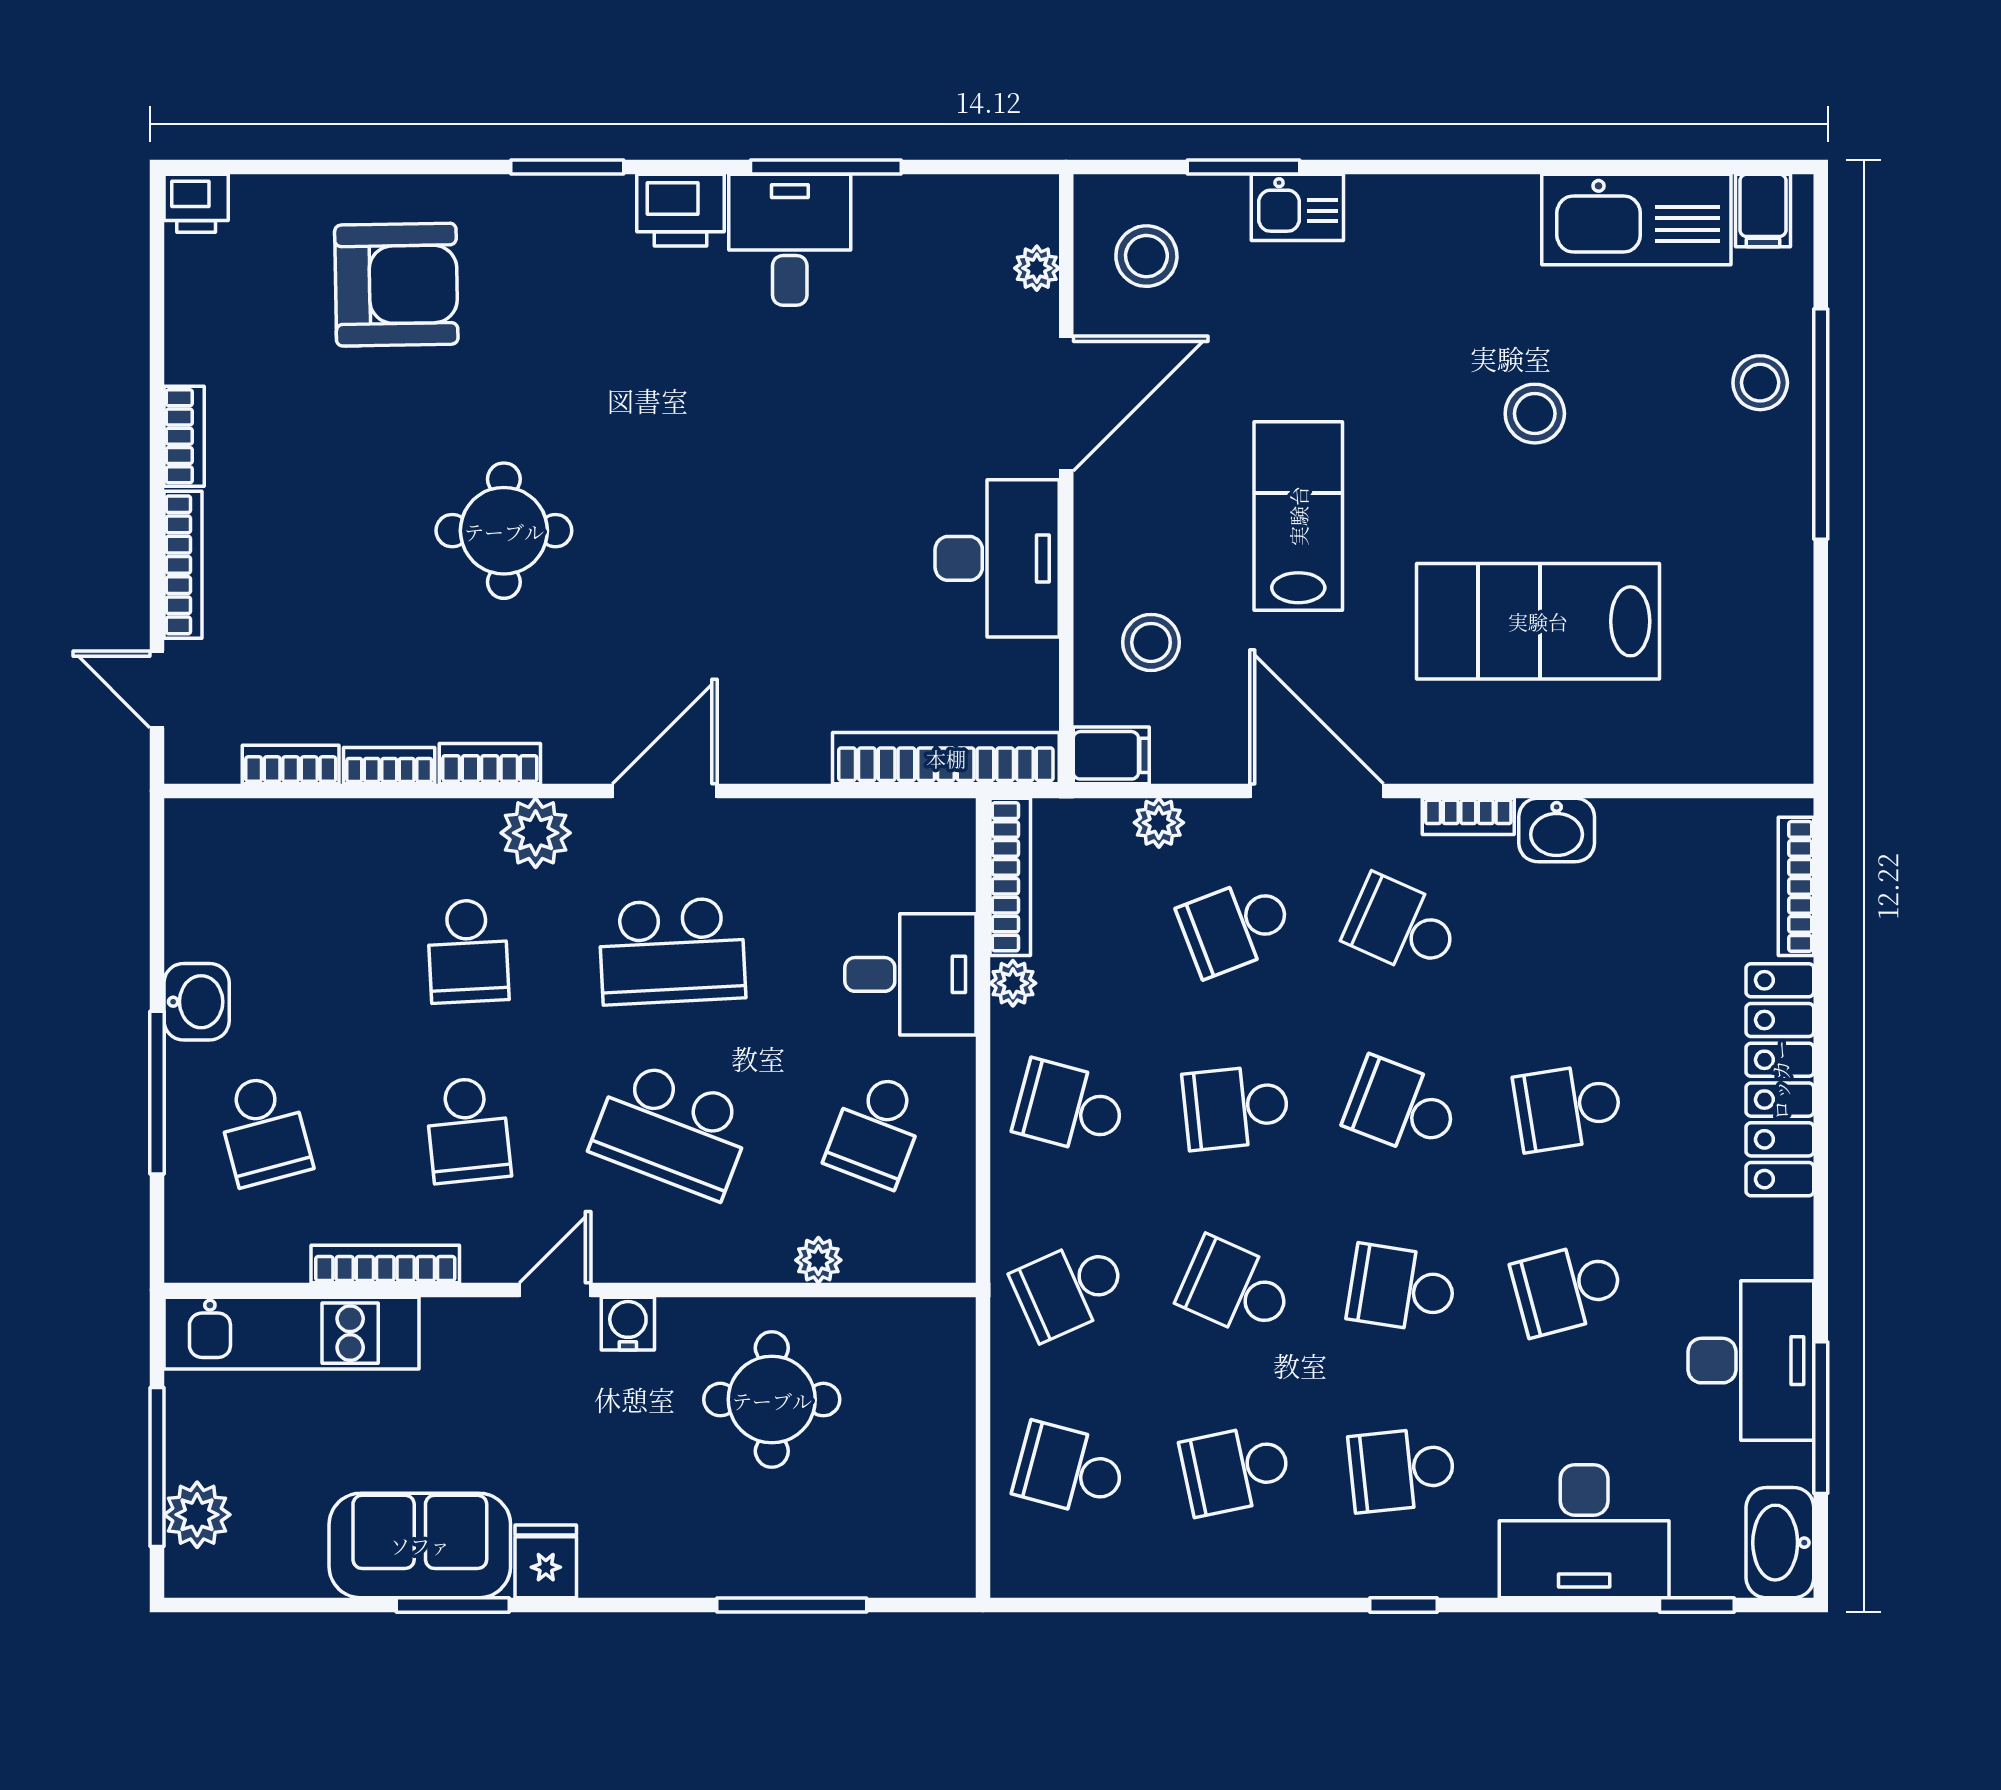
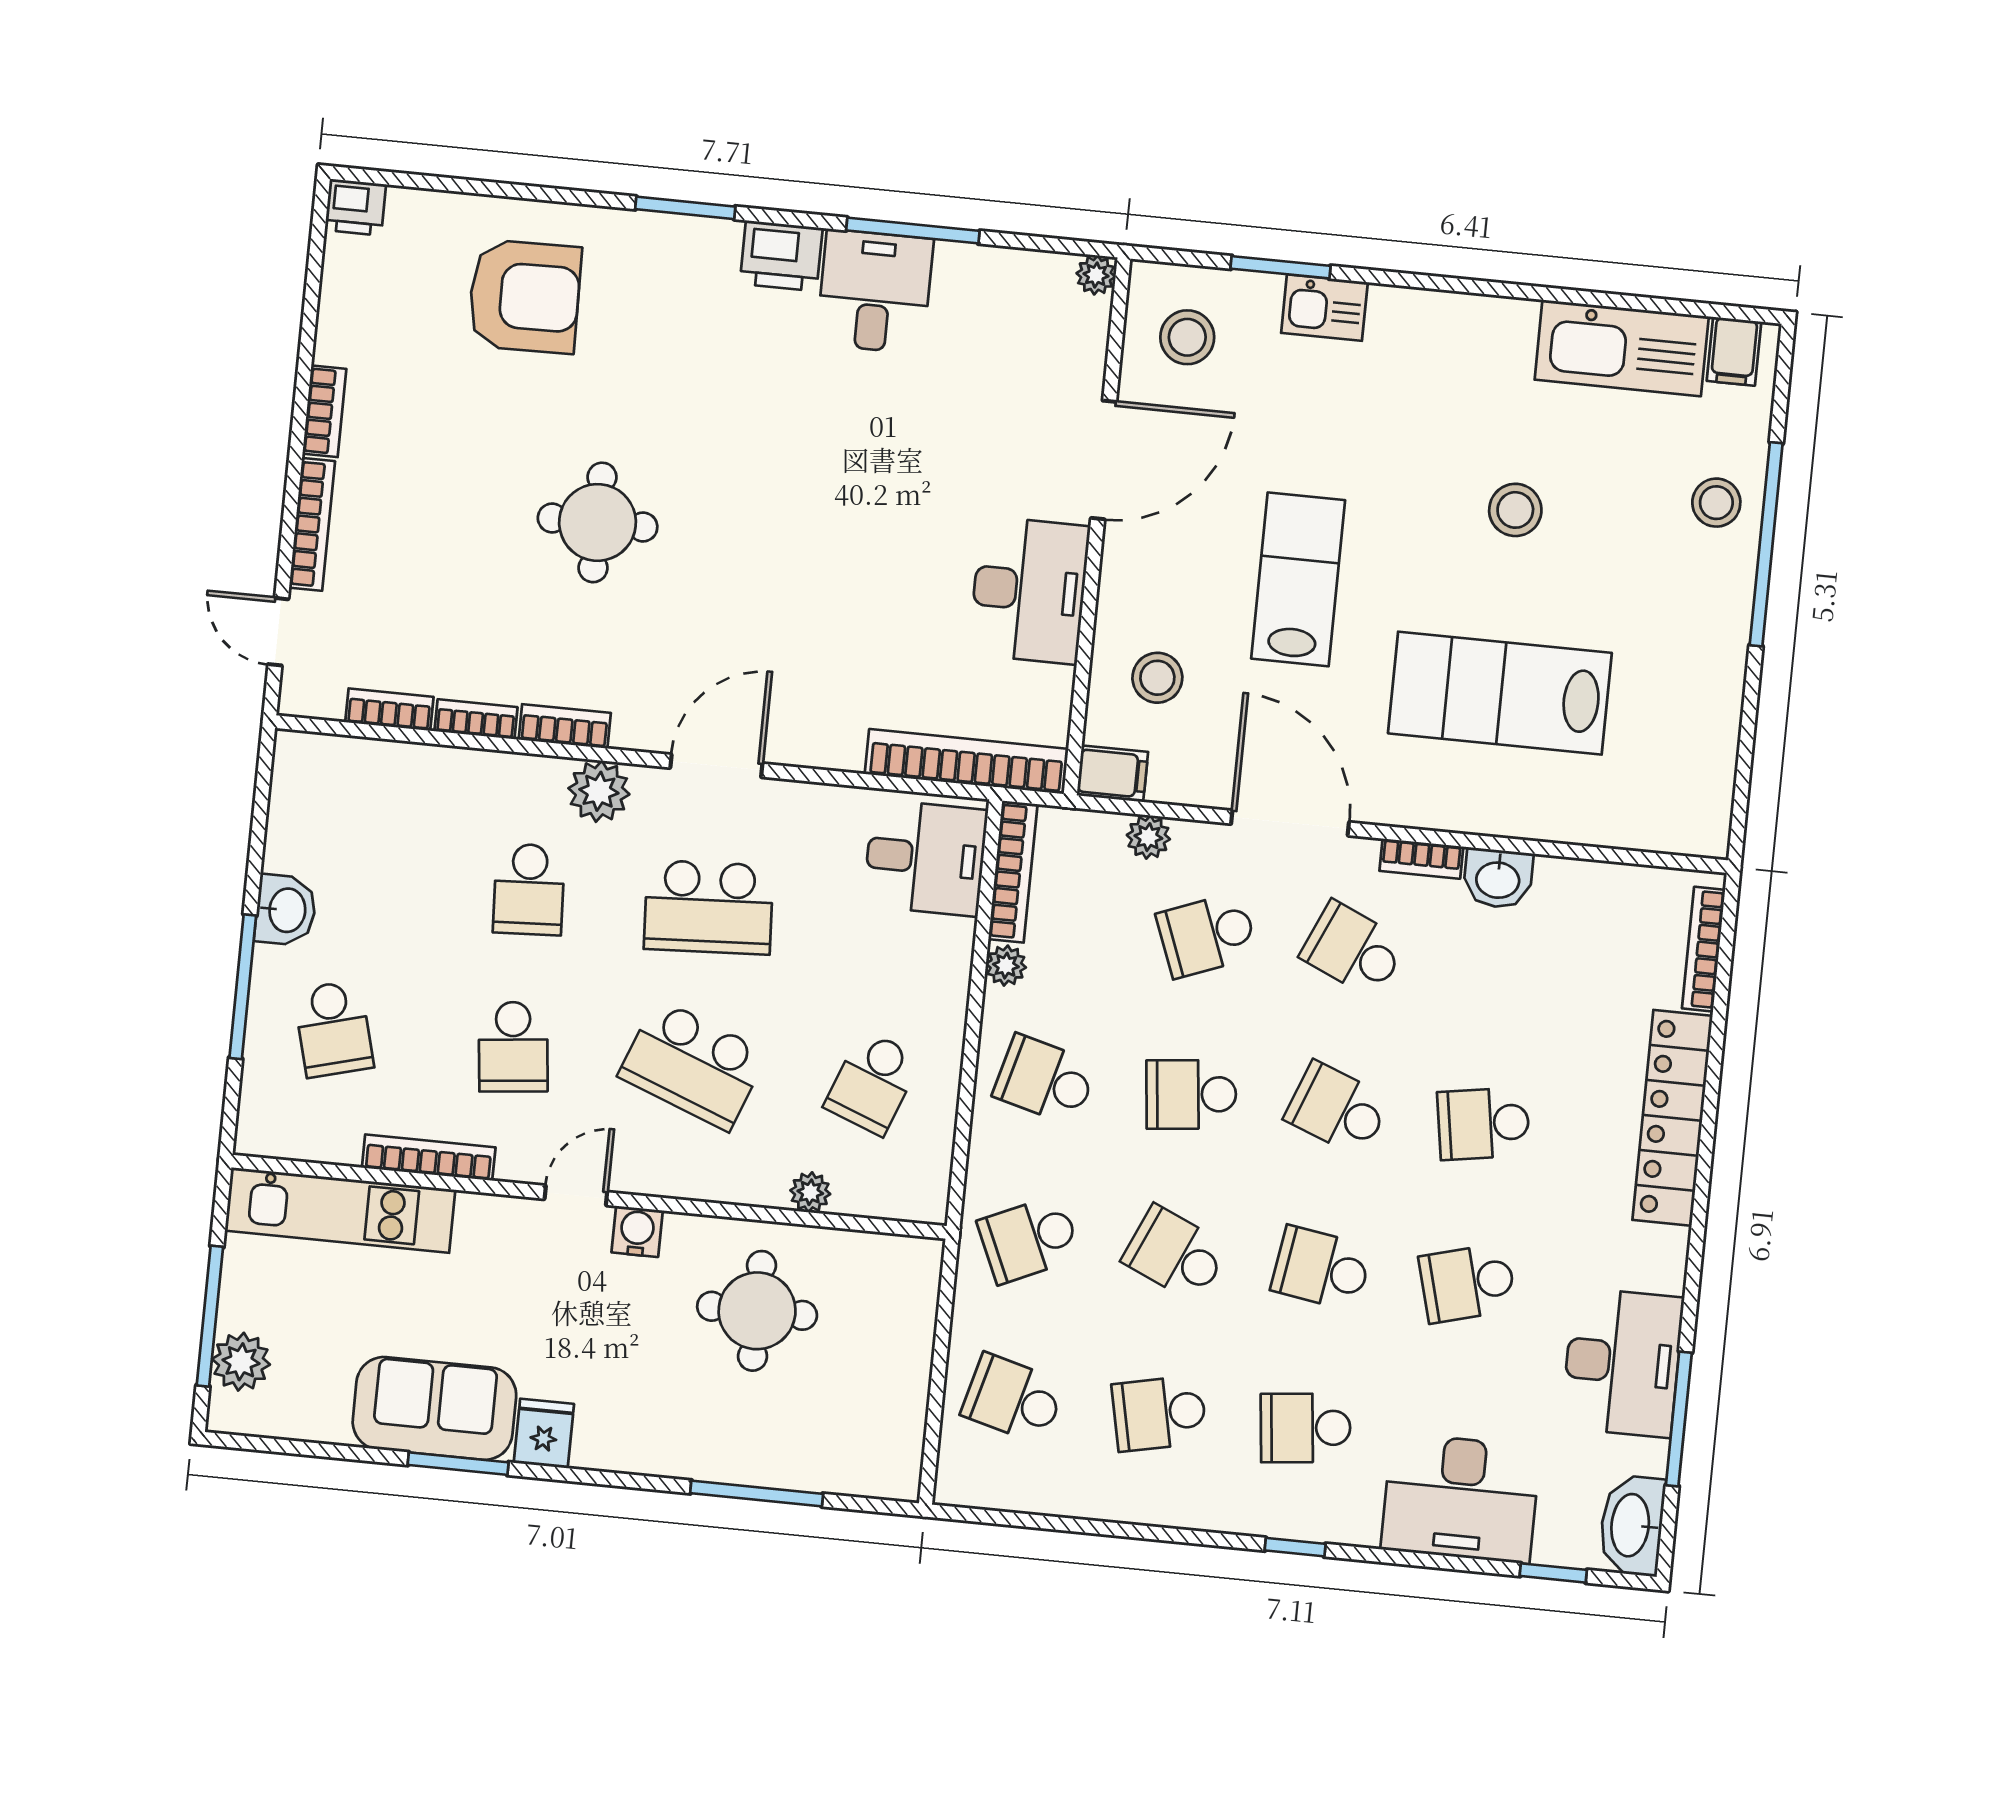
plant: (1037, 268) -> (1096, 275), moved
desk: (910, 974) -> (925, 858), moved

